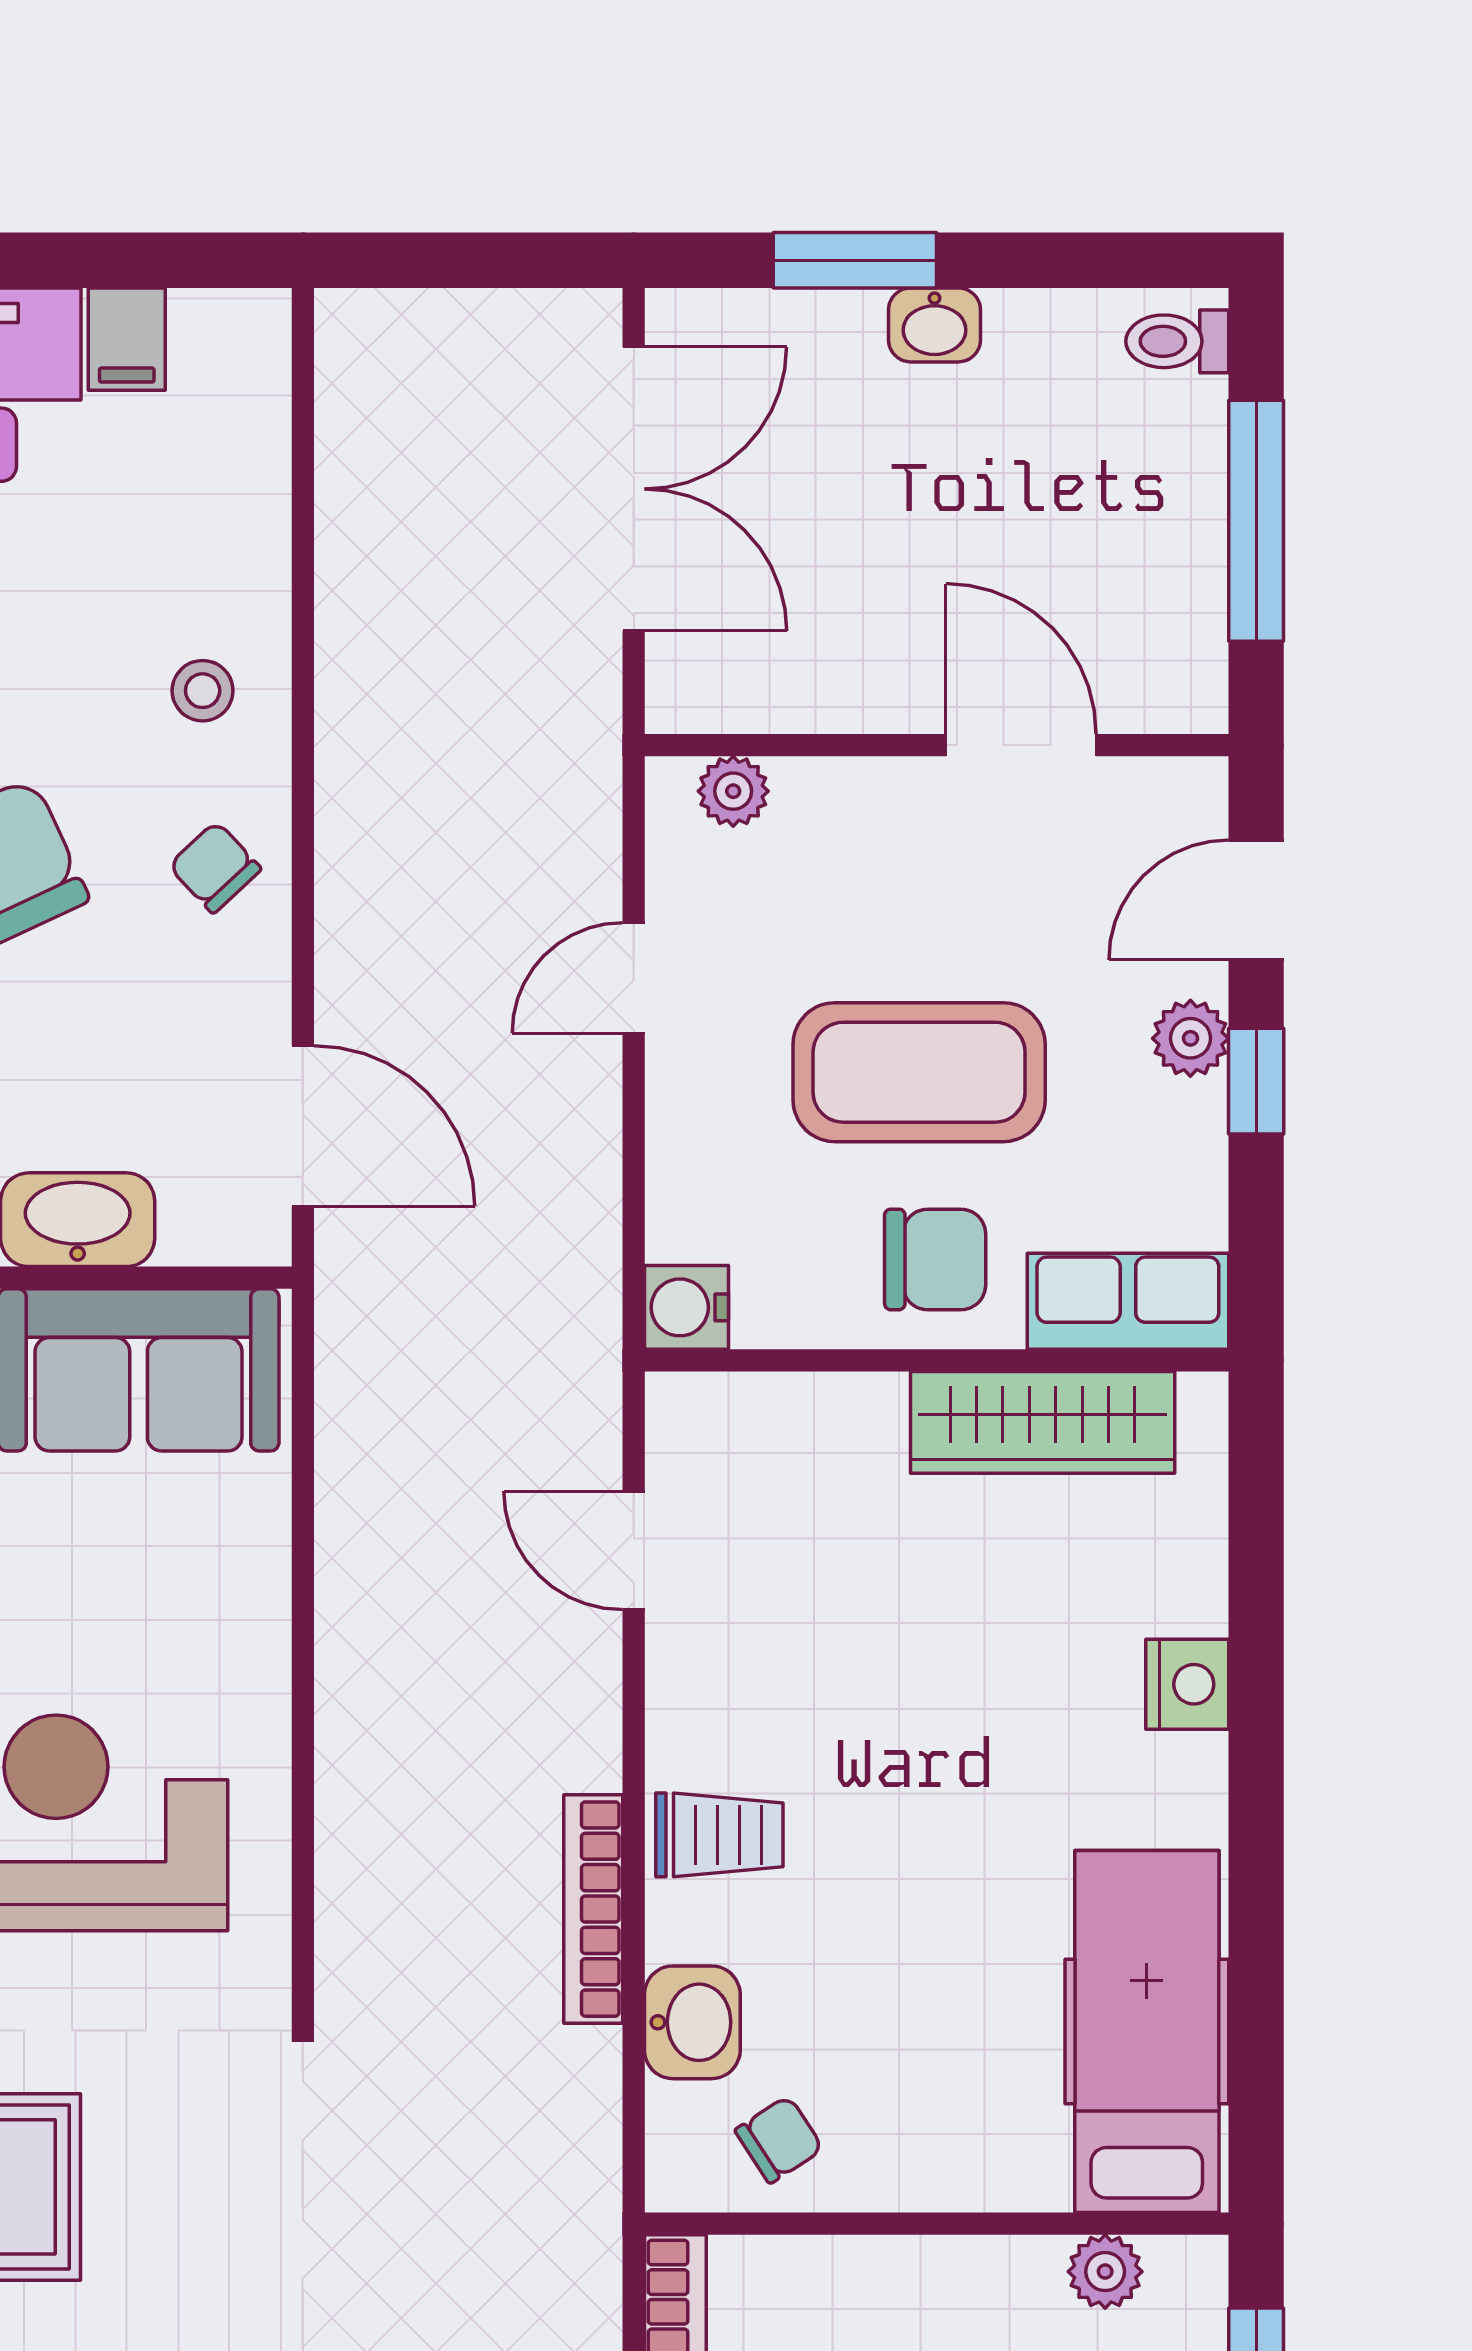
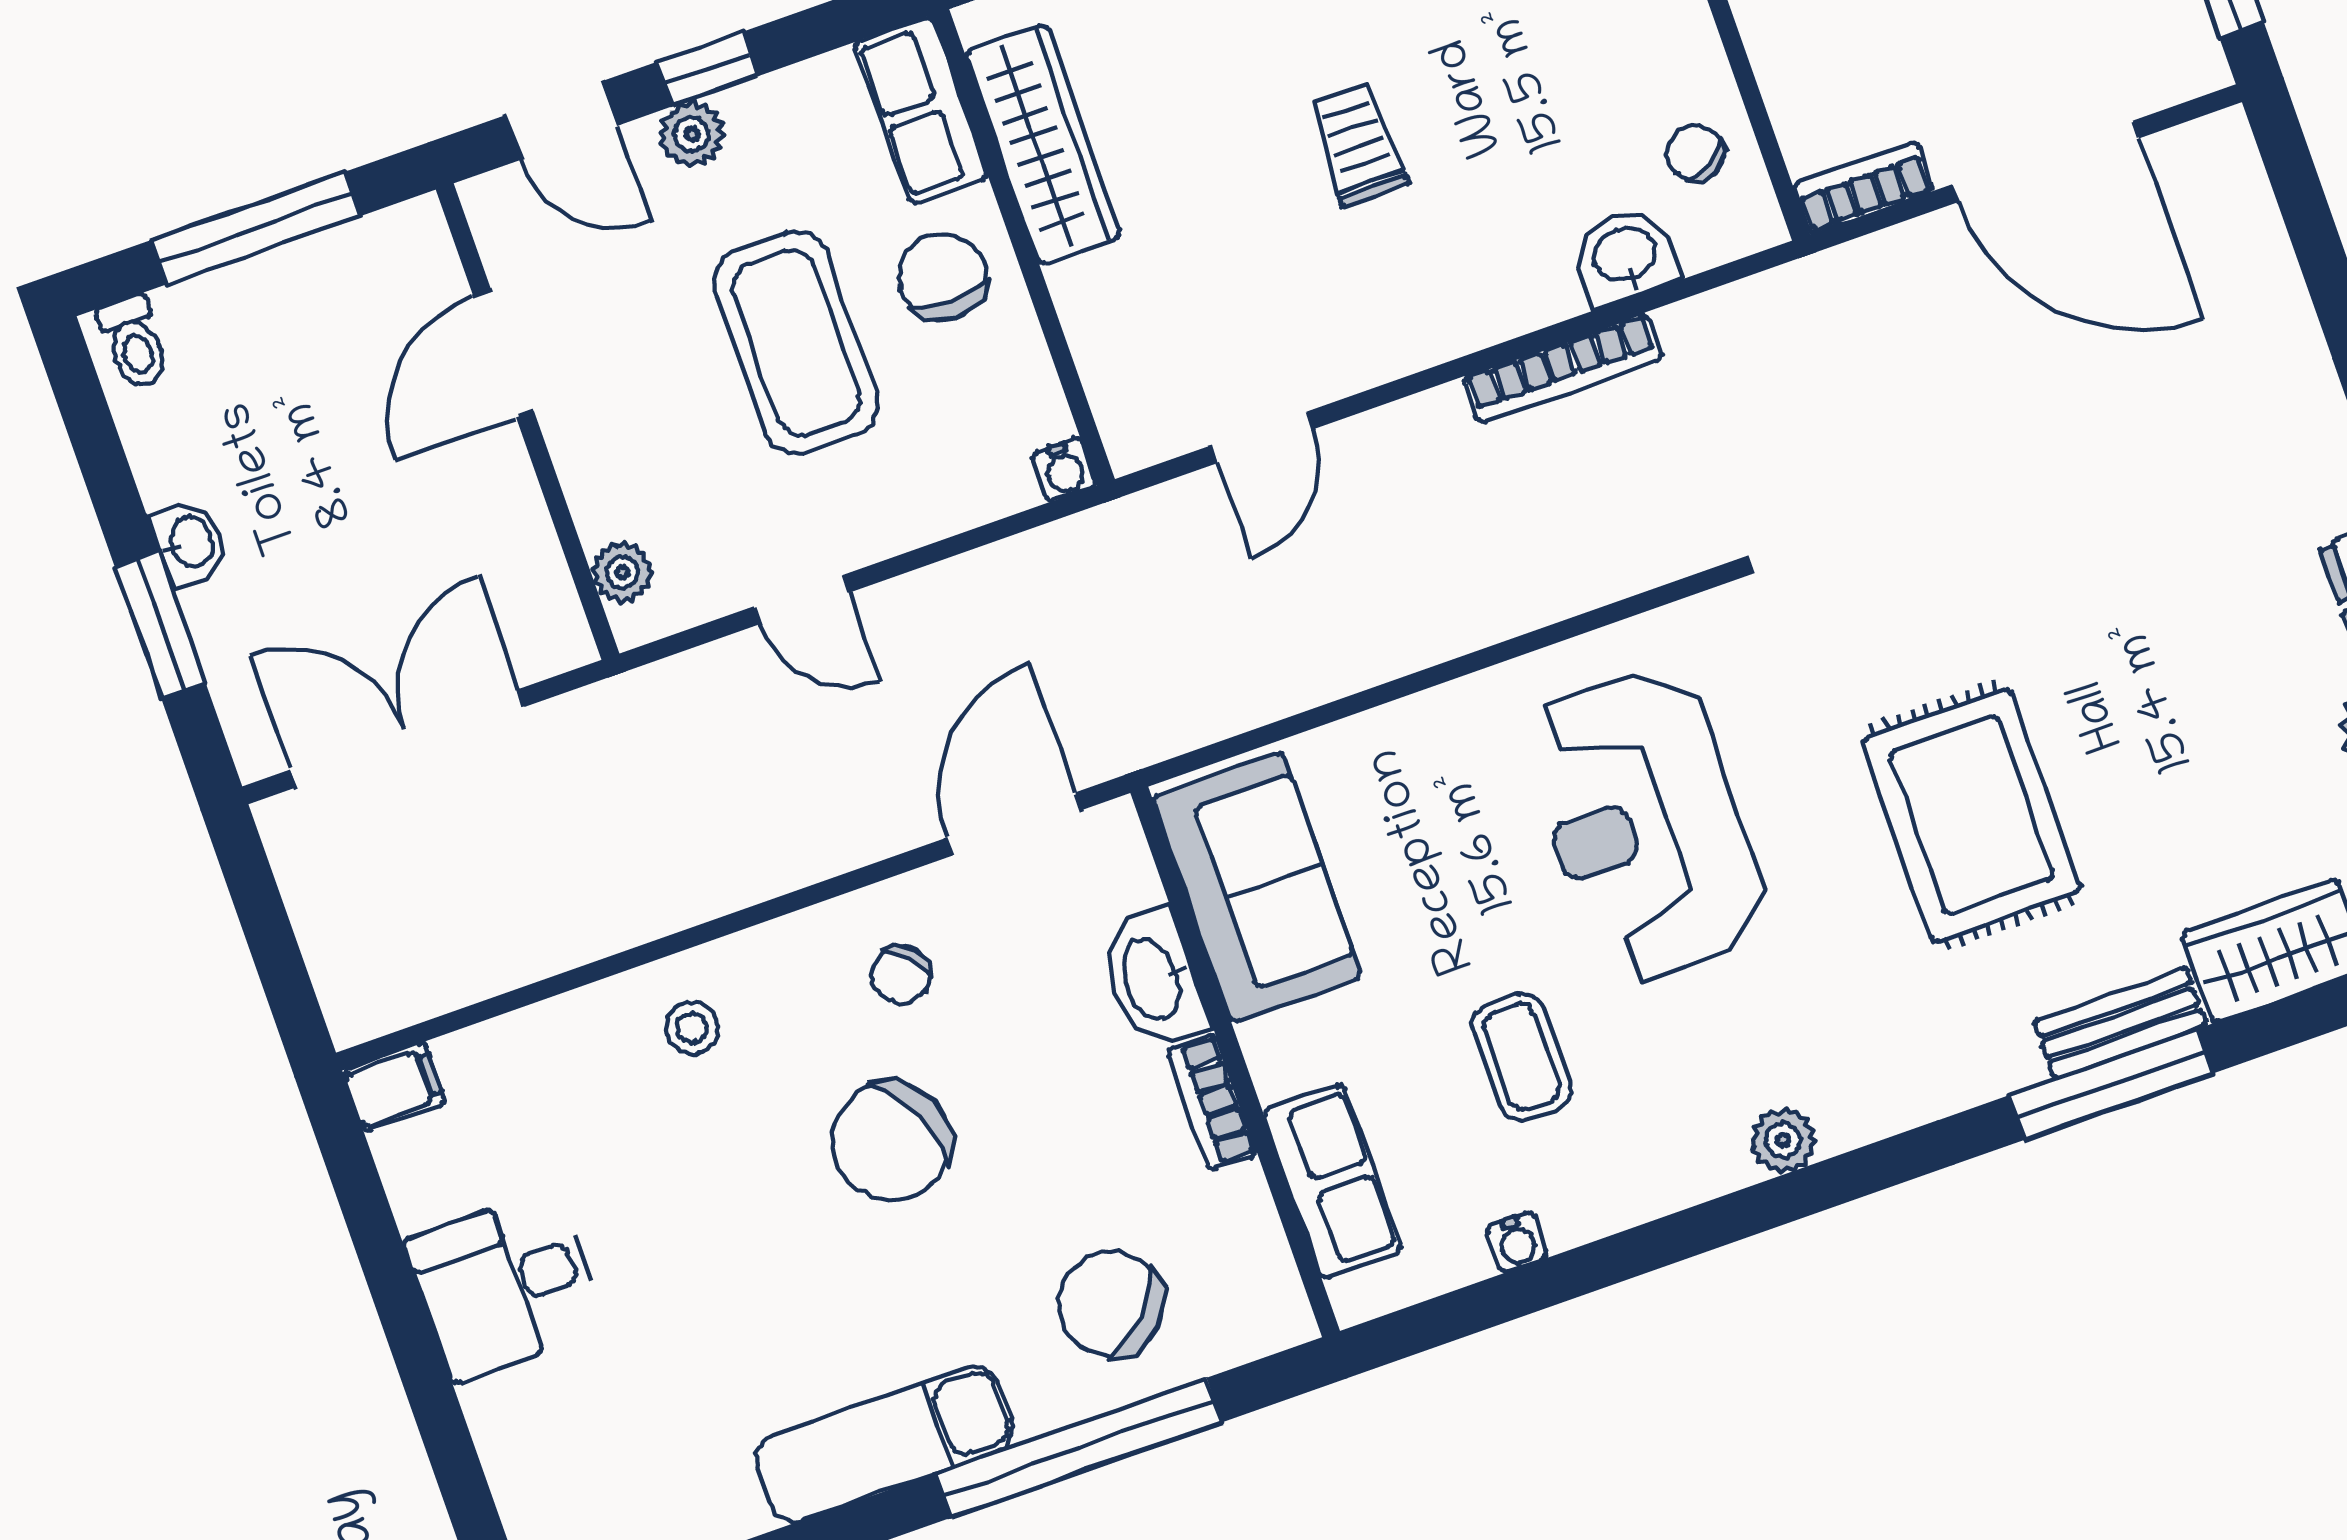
filing cabinet: (127, 339) -> (394, 1087), moved
chair: (215, 867) -> (902, 975), moved
water cooler: (687, 1307) -> (1064, 470), width x0.72, depth x0.72
trolley: (719, 1835) -> (1358, 144), moved

